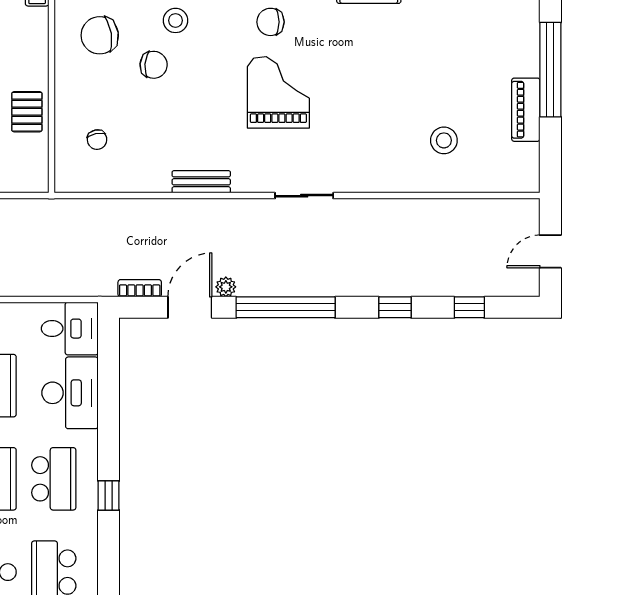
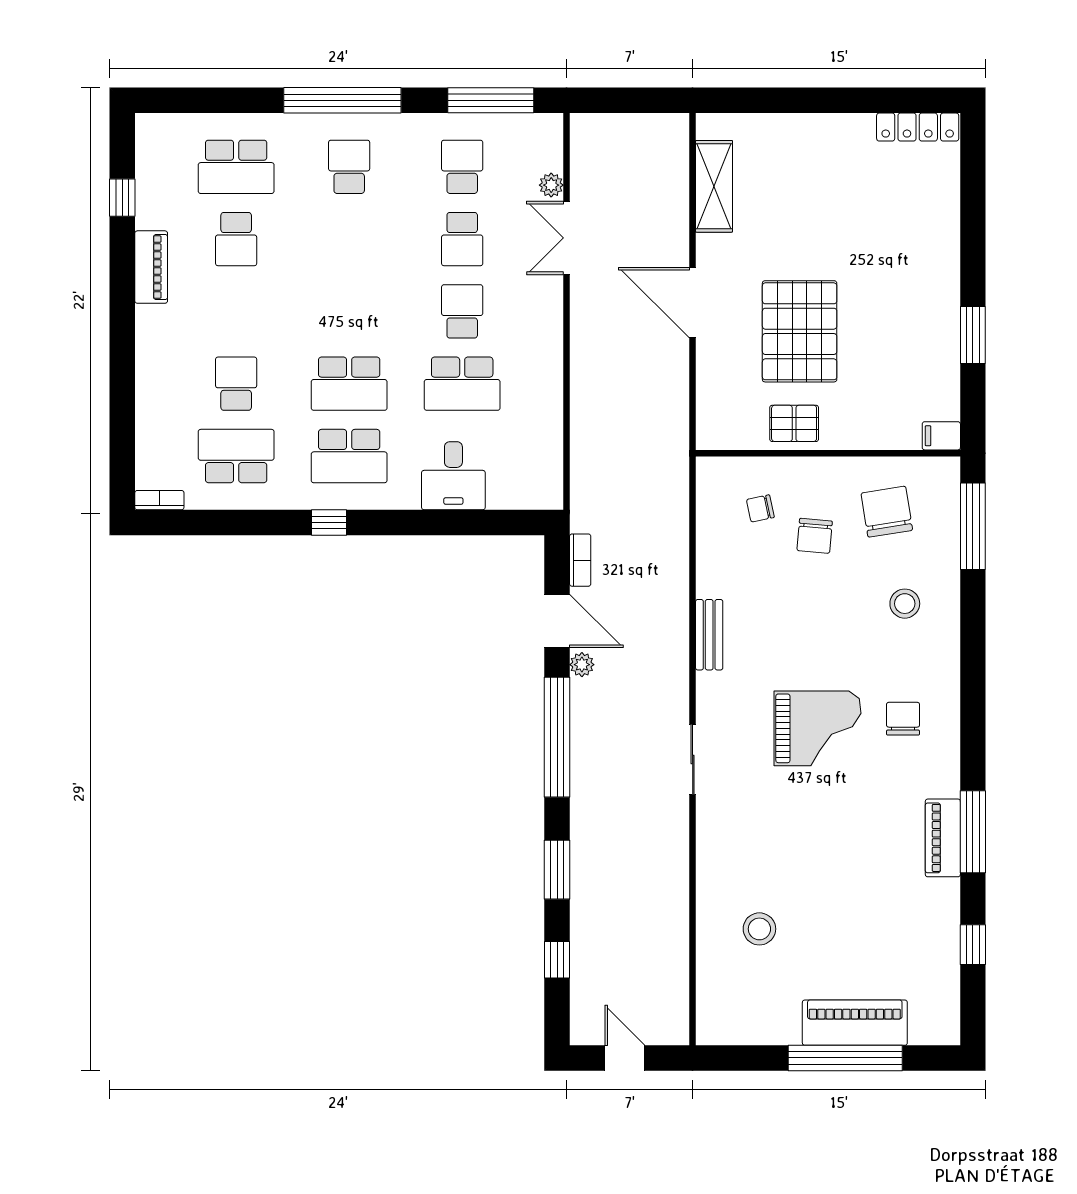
chair: (154, 65) -> (815, 536), moved
piano: (526, 110) -> (855, 1023), moved, width x1.37, depth x1.33
window: (395, 307) -> (557, 870), width x1.50
desk: (70, 329) -> (531, 475), removed
desk: (70, 393) -> (453, 476), width x0.73

